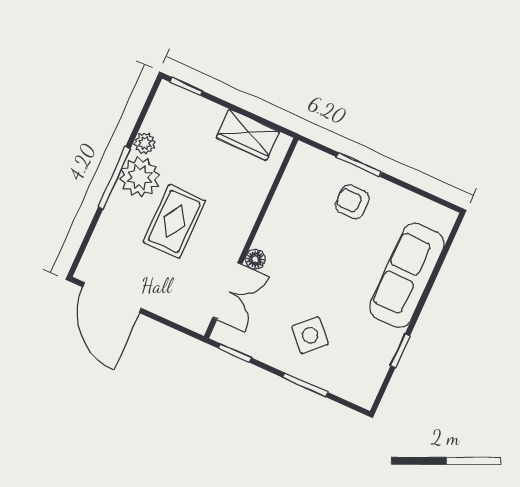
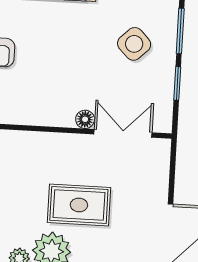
window: (235, 353) -> (177, 83), moved

